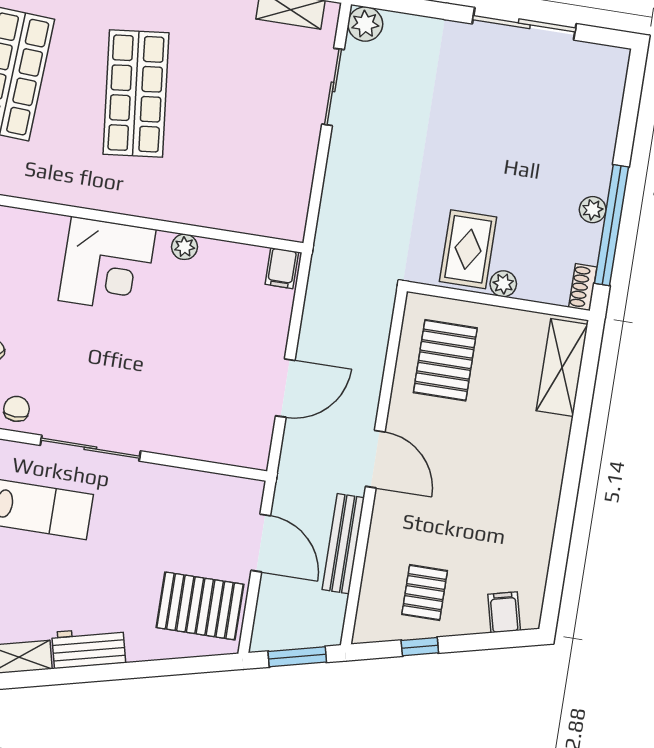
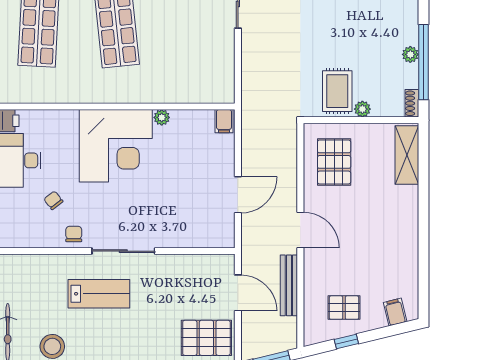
corner desk: (107, 265) -> (116, 146), width x1.36, depth x1.36
pallet: (425, 593) -> (344, 308), turned 90

